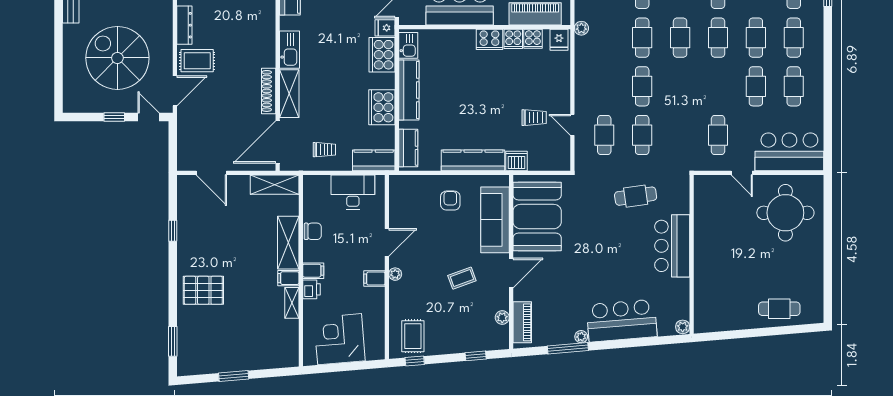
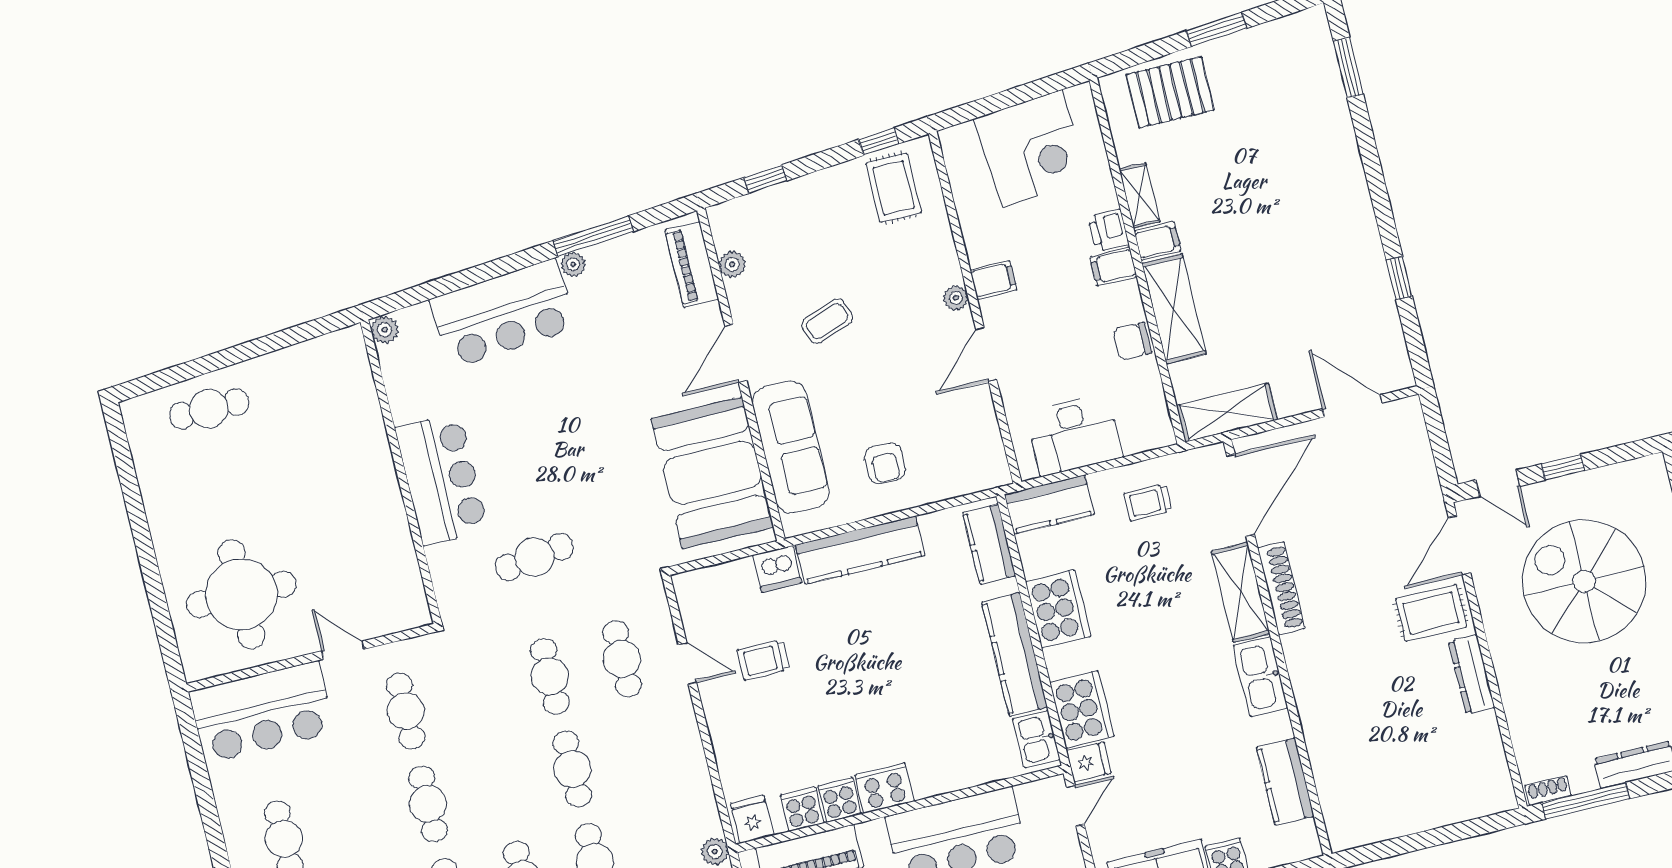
spiral stairs: (117, 58) -> (1584, 581), turned 180
cafe table: (756, 86) -> (428, 804), moved
pallet: (203, 290) -> (1170, 92), moved

